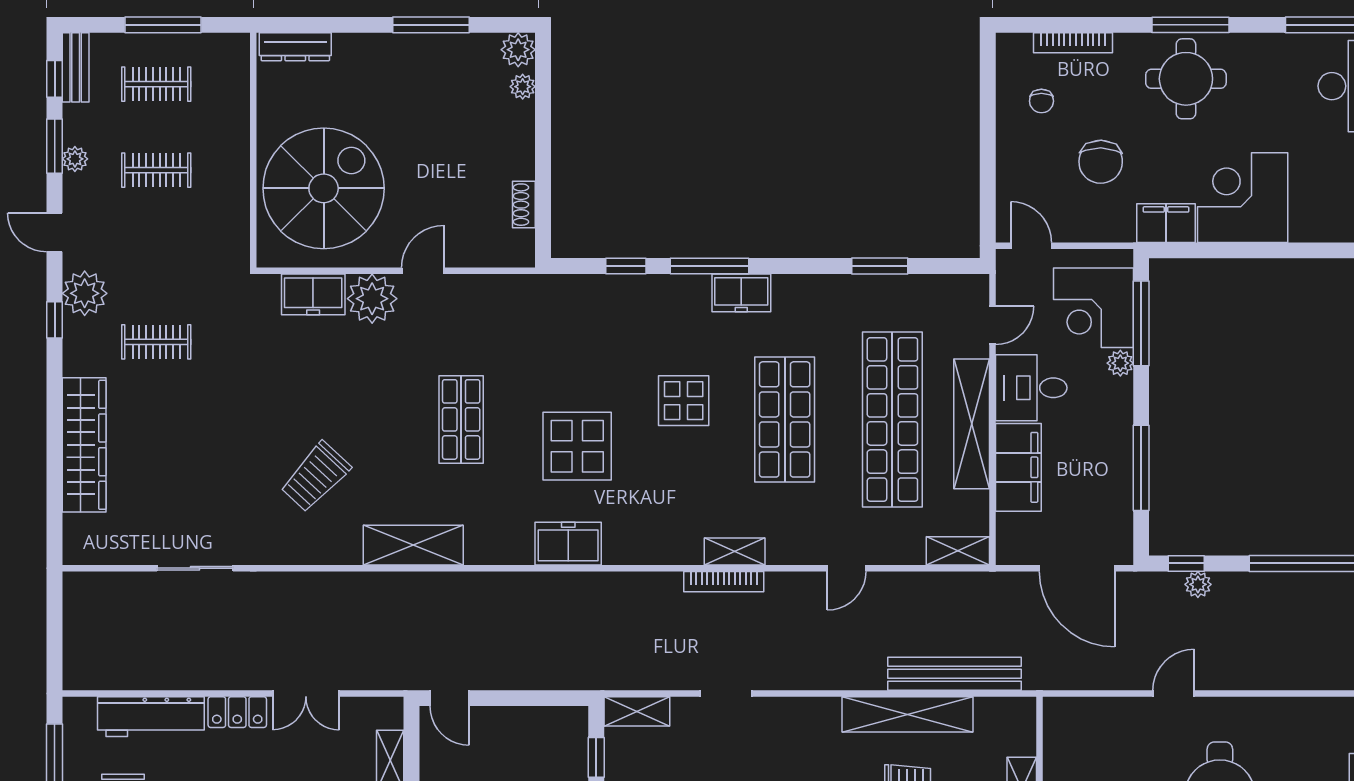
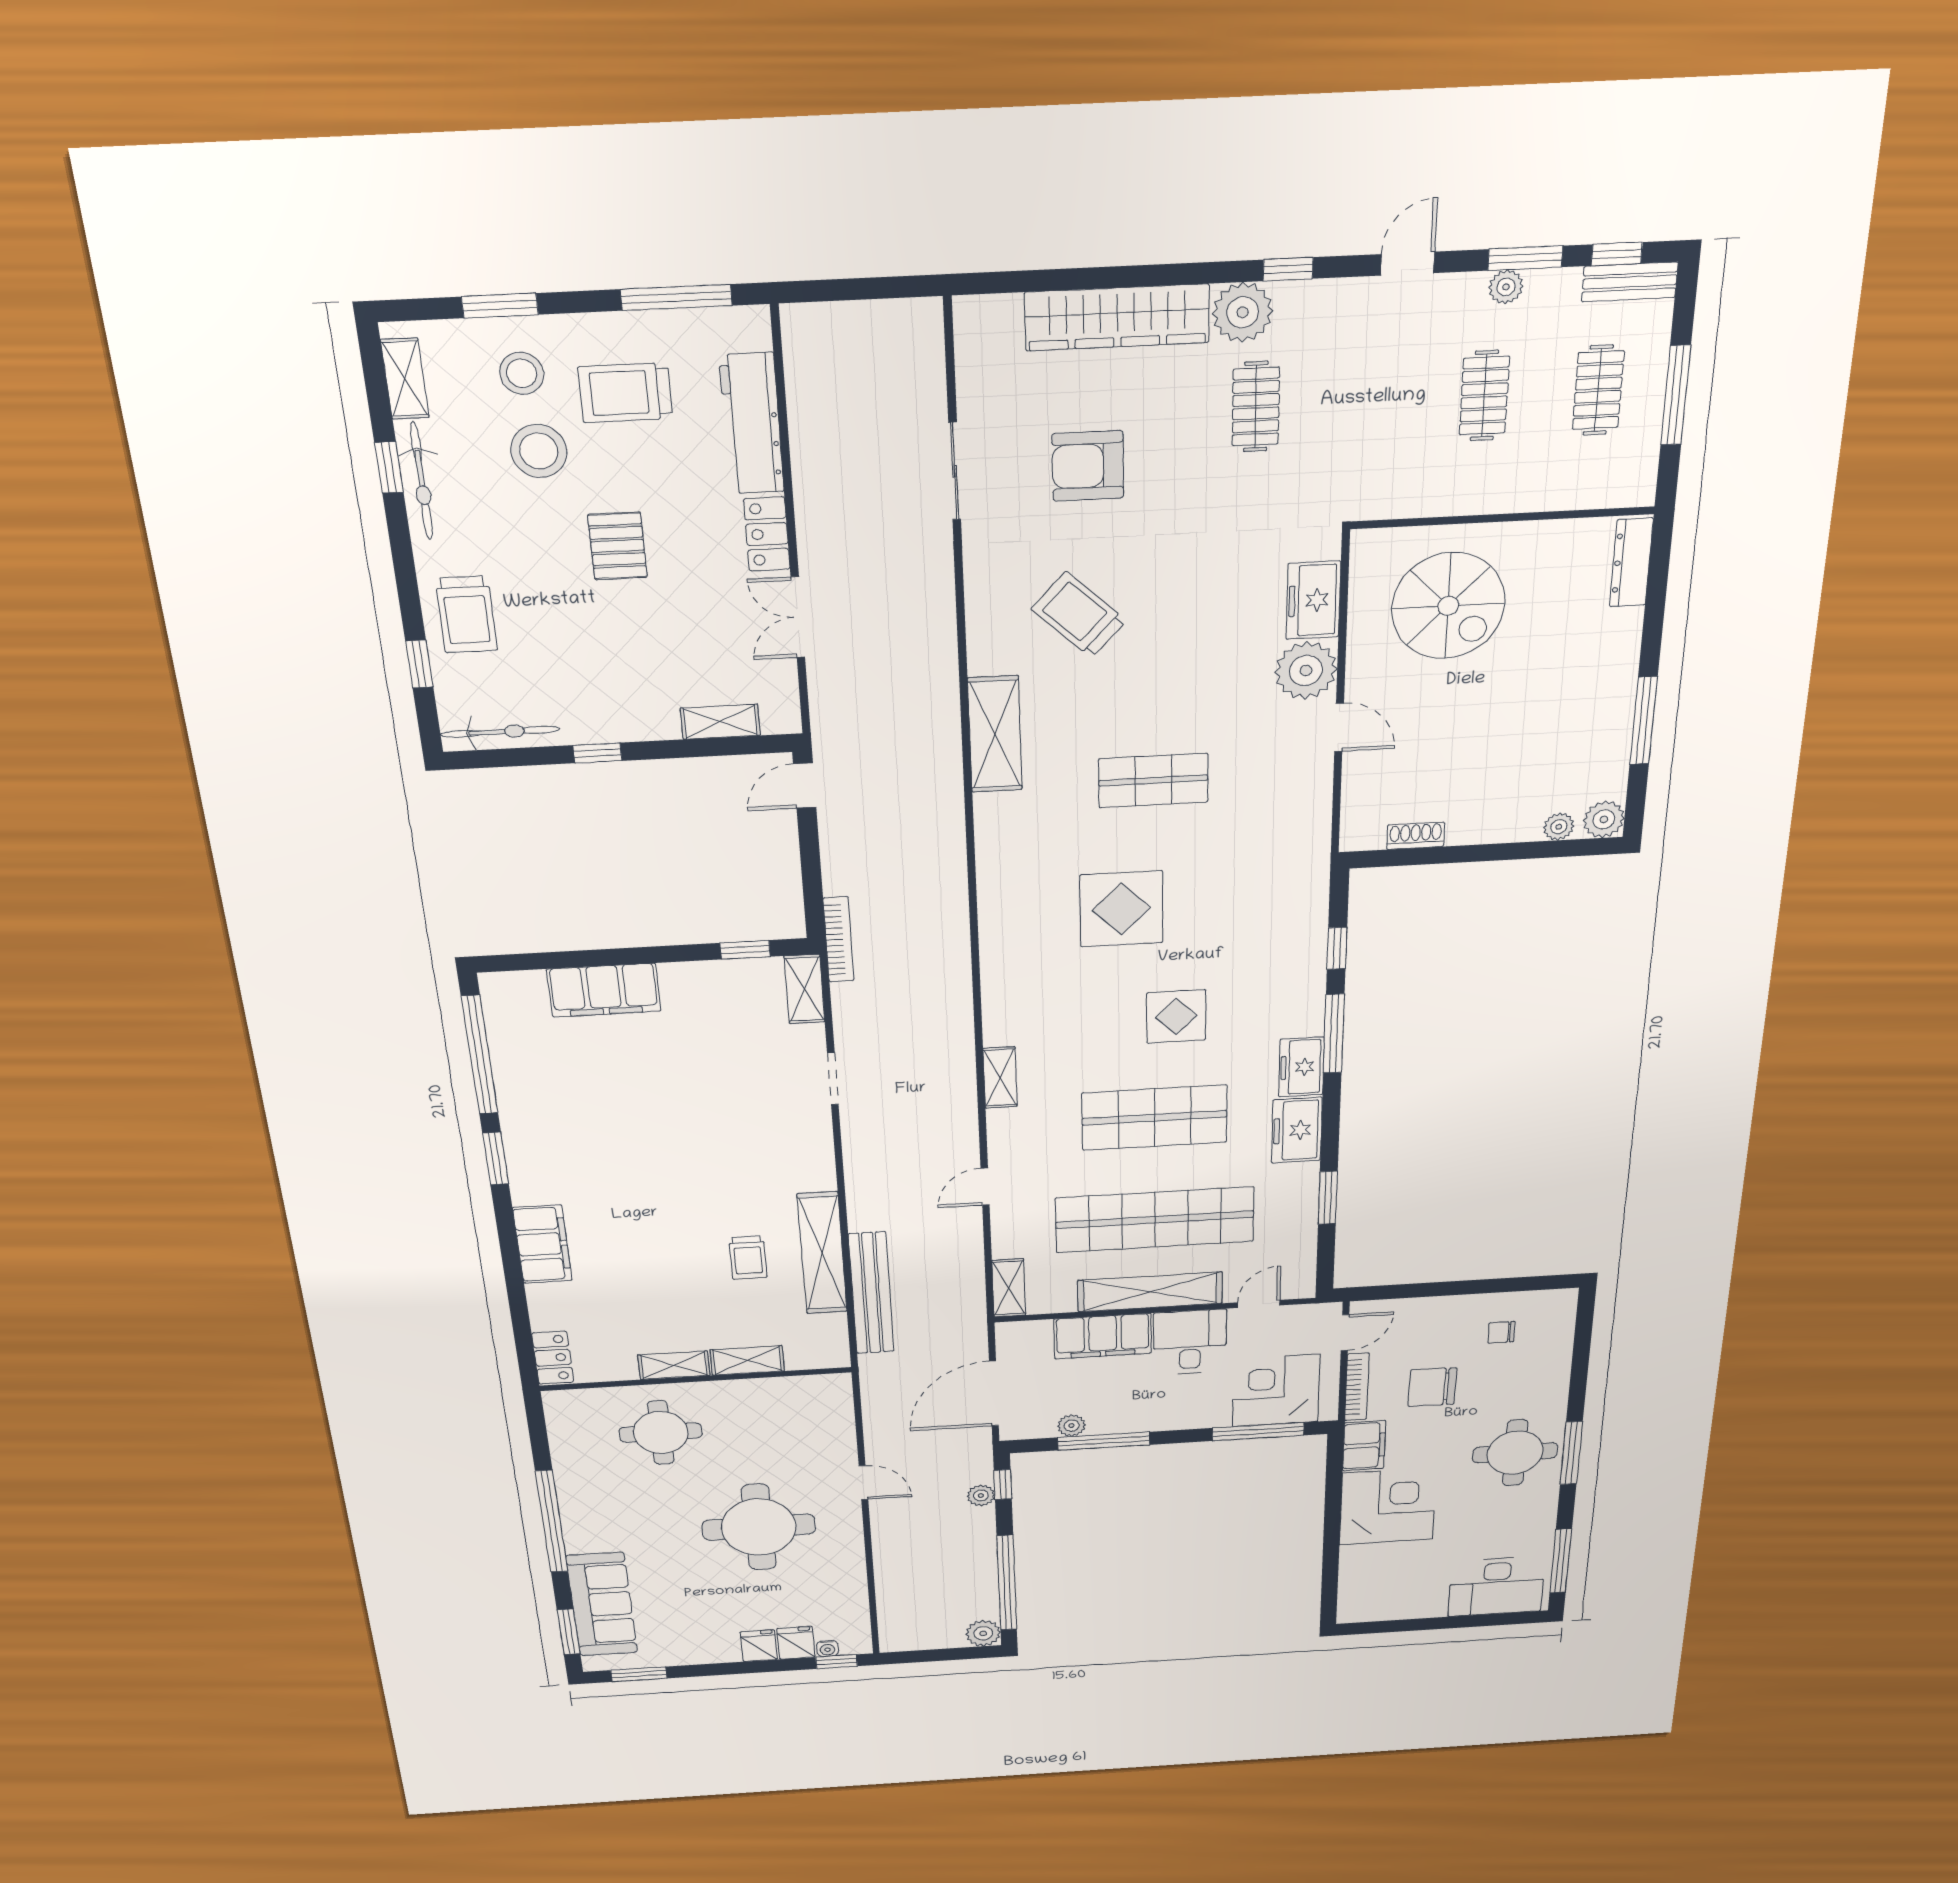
bookcase: (1073, 43) -> (1357, 1387), moved, turned 180
spiral stairs: (324, 188) -> (1448, 606), width x0.73, depth x0.73
plant: (85, 293) -> (1243, 312), moved
door: (992, 325) -> (1259, 1304), swing flipped
plant: (1120, 363) -> (1072, 1426), moved
armchair: (196, 468) -> (1088, 466), added
freezer: (568, 544) -> (1297, 1130), moved, turned 180
door: (846, 568) -> (985, 1187), hinge flipped
bookcase: (724, 582) -> (839, 940), moved, turned 180

